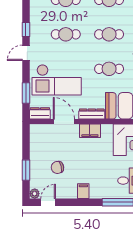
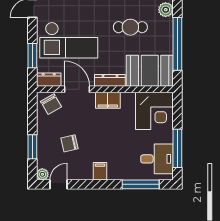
chair: (42, 134) -> (51, 104), added

